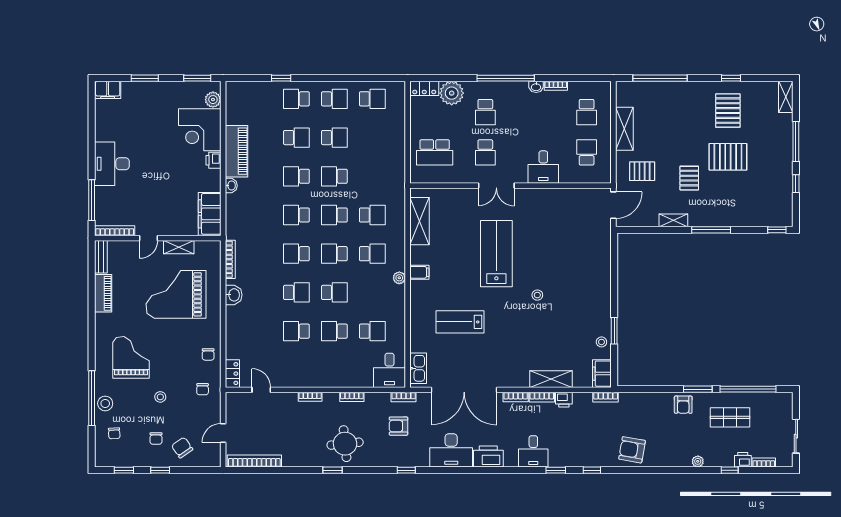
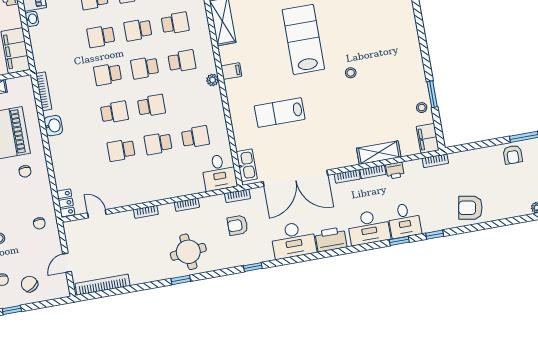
chair: (208, 354) -> (25, 171), moved
desk: (533, 451) -> (369, 227), width x1.37
desk: (564, 451) -> (404, 220), added

